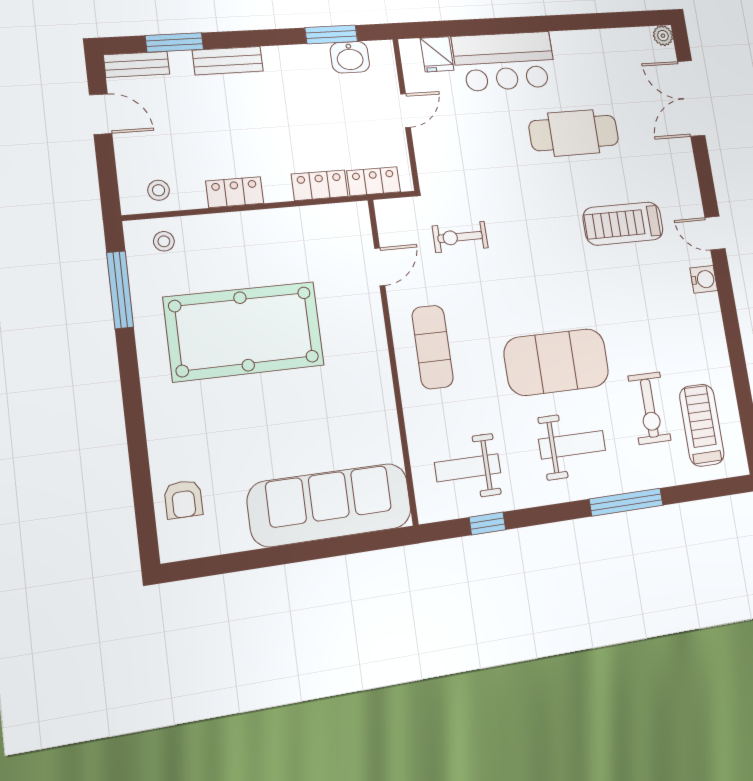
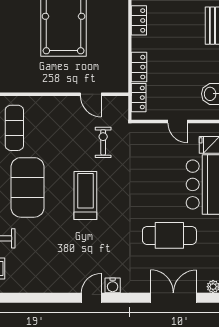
cafe table: (574, 133) -> (169, 235), moved, turned 90
treadmill: (623, 224) -> (85, 196), moved
water cooler: (704, 279) -> (113, 285), moved
exercise mat: (433, 347) -> (14, 128), moved, turned 90

